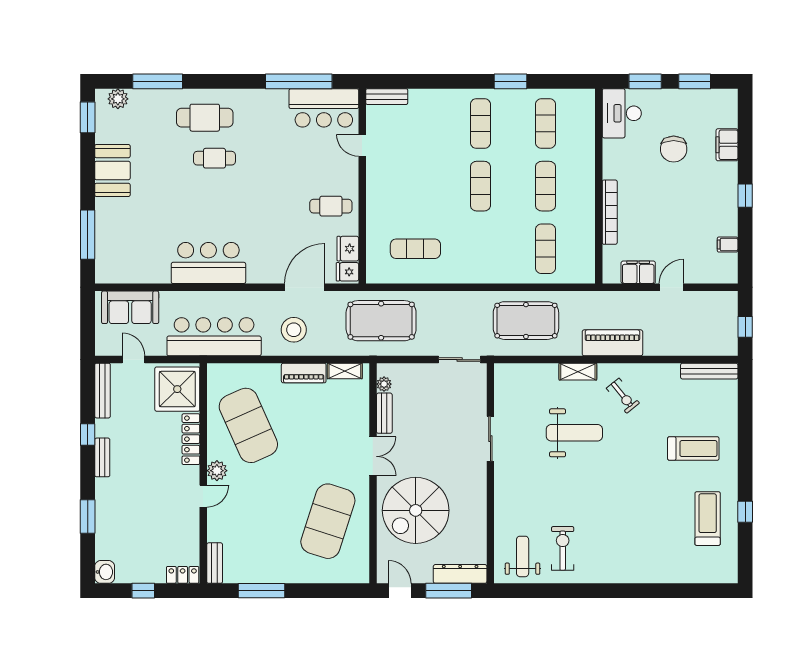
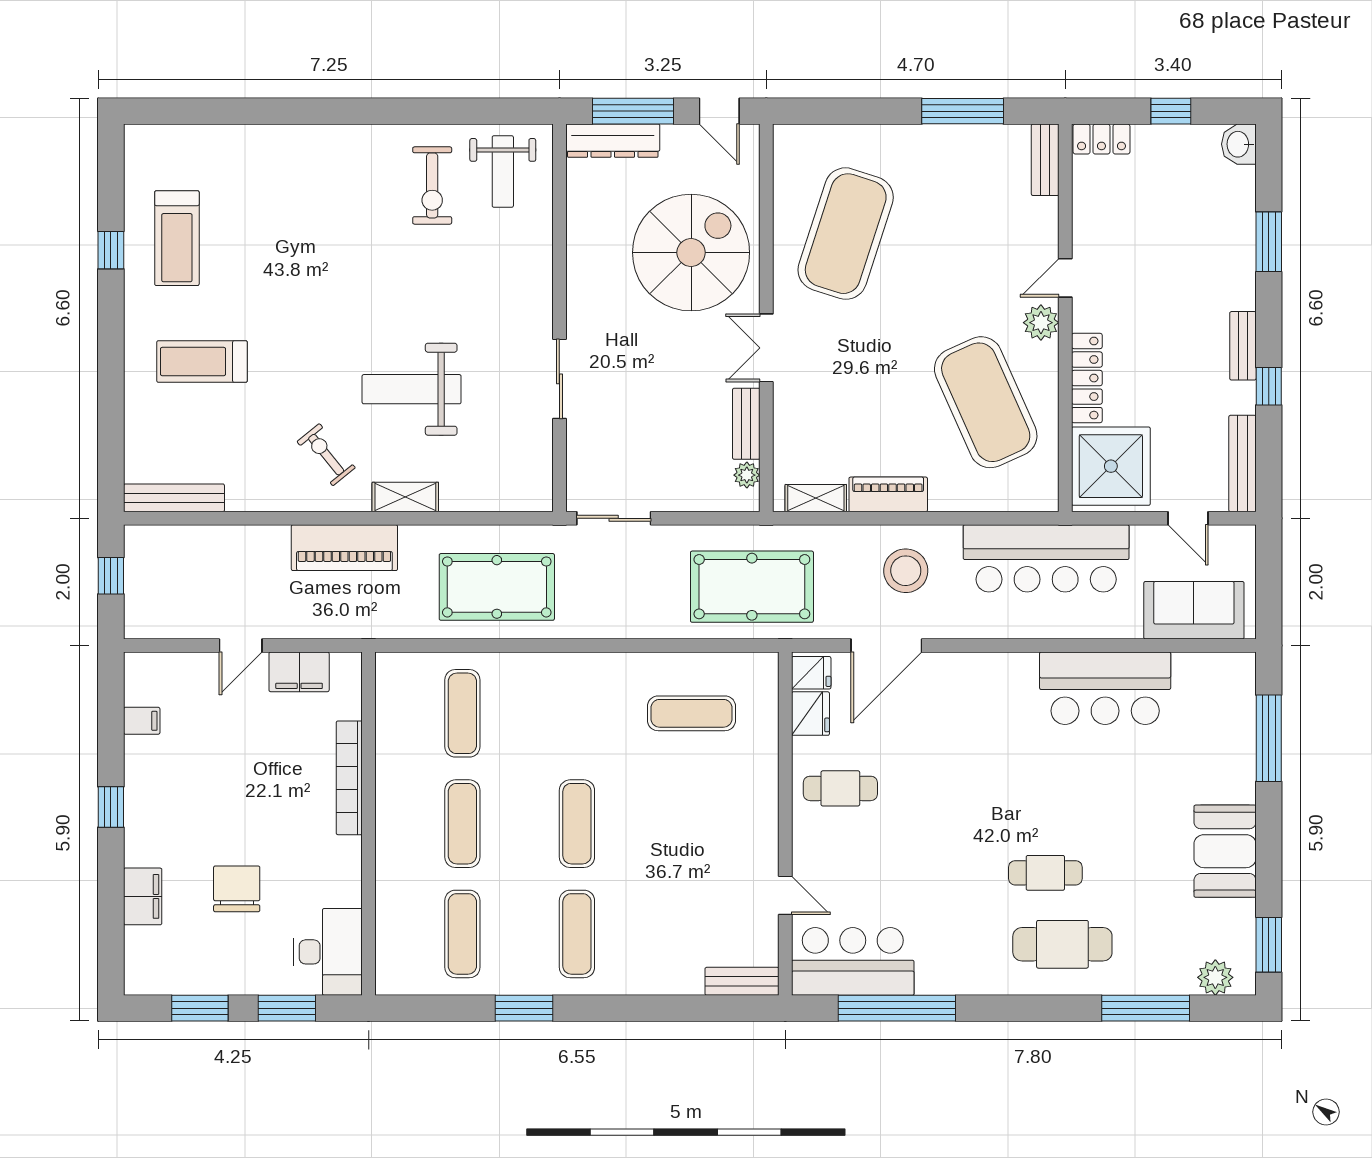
bar counter: (208, 263) -> (1105, 688), moved

